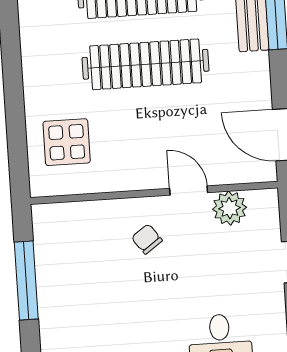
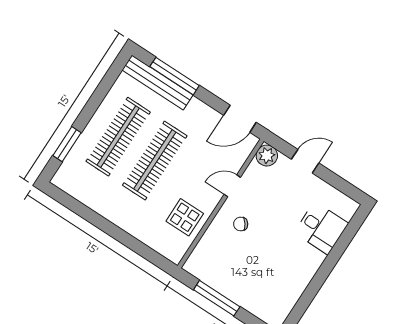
display table: (67, 142) -> (185, 217), moved
plant: (230, 208) -> (267, 156), moved

